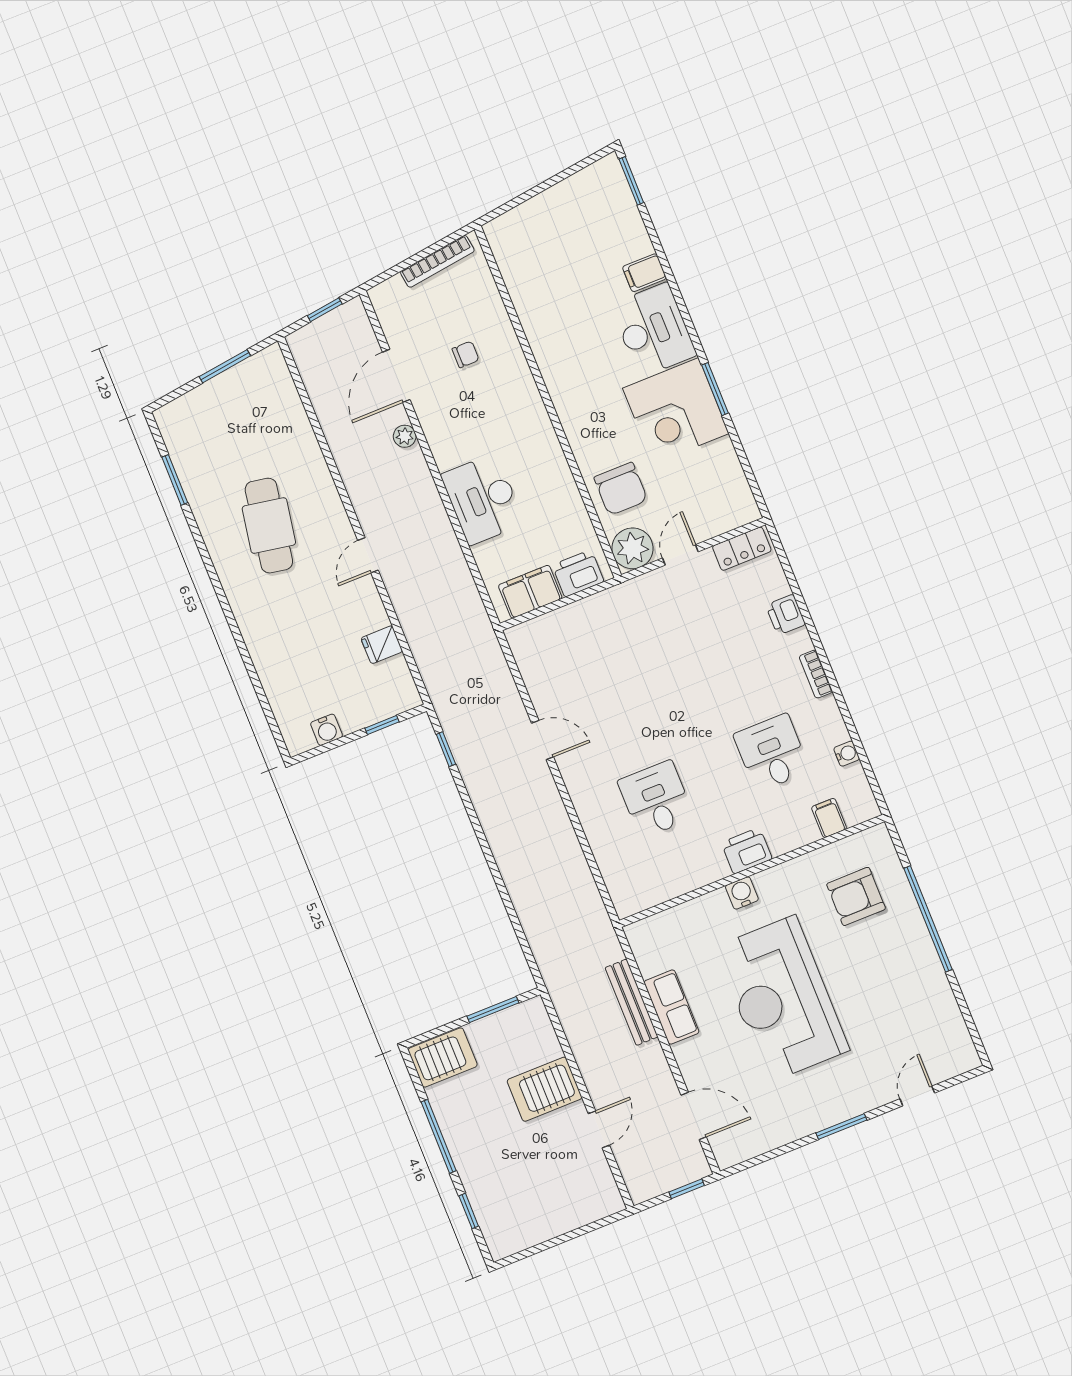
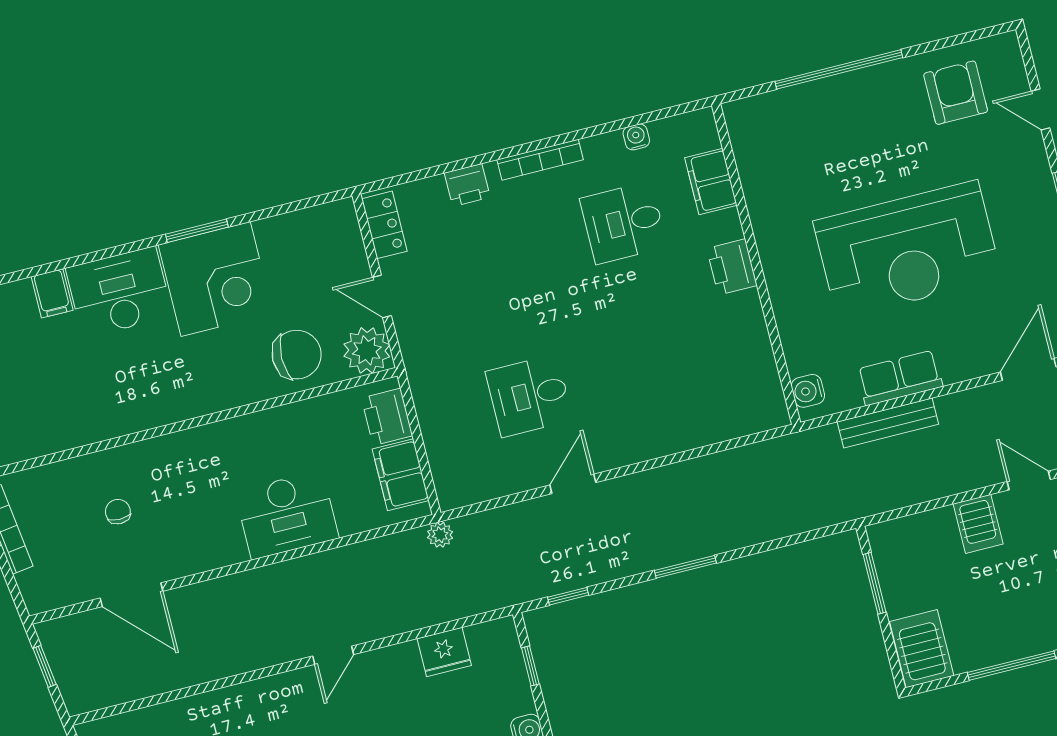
plant: (405, 436) -> (440, 535), moved
door: (368, 555) -> (333, 655), hinge flipped
fridge: (382, 645) -> (444, 652), width x1.38
bookcase: (816, 674) -> (540, 160), width x1.56
desk: (656, 799) -> (529, 396), moved
filing cabinet: (829, 818) -> (711, 181), width x2.00
window: (485, 846) -> (685, 567), added
water cooler: (742, 893) -> (808, 391), moved
armchair: (856, 896) -> (956, 93), moved, turned 180
server rack: (545, 1089) -> (978, 524), width x0.73, depth x0.70

